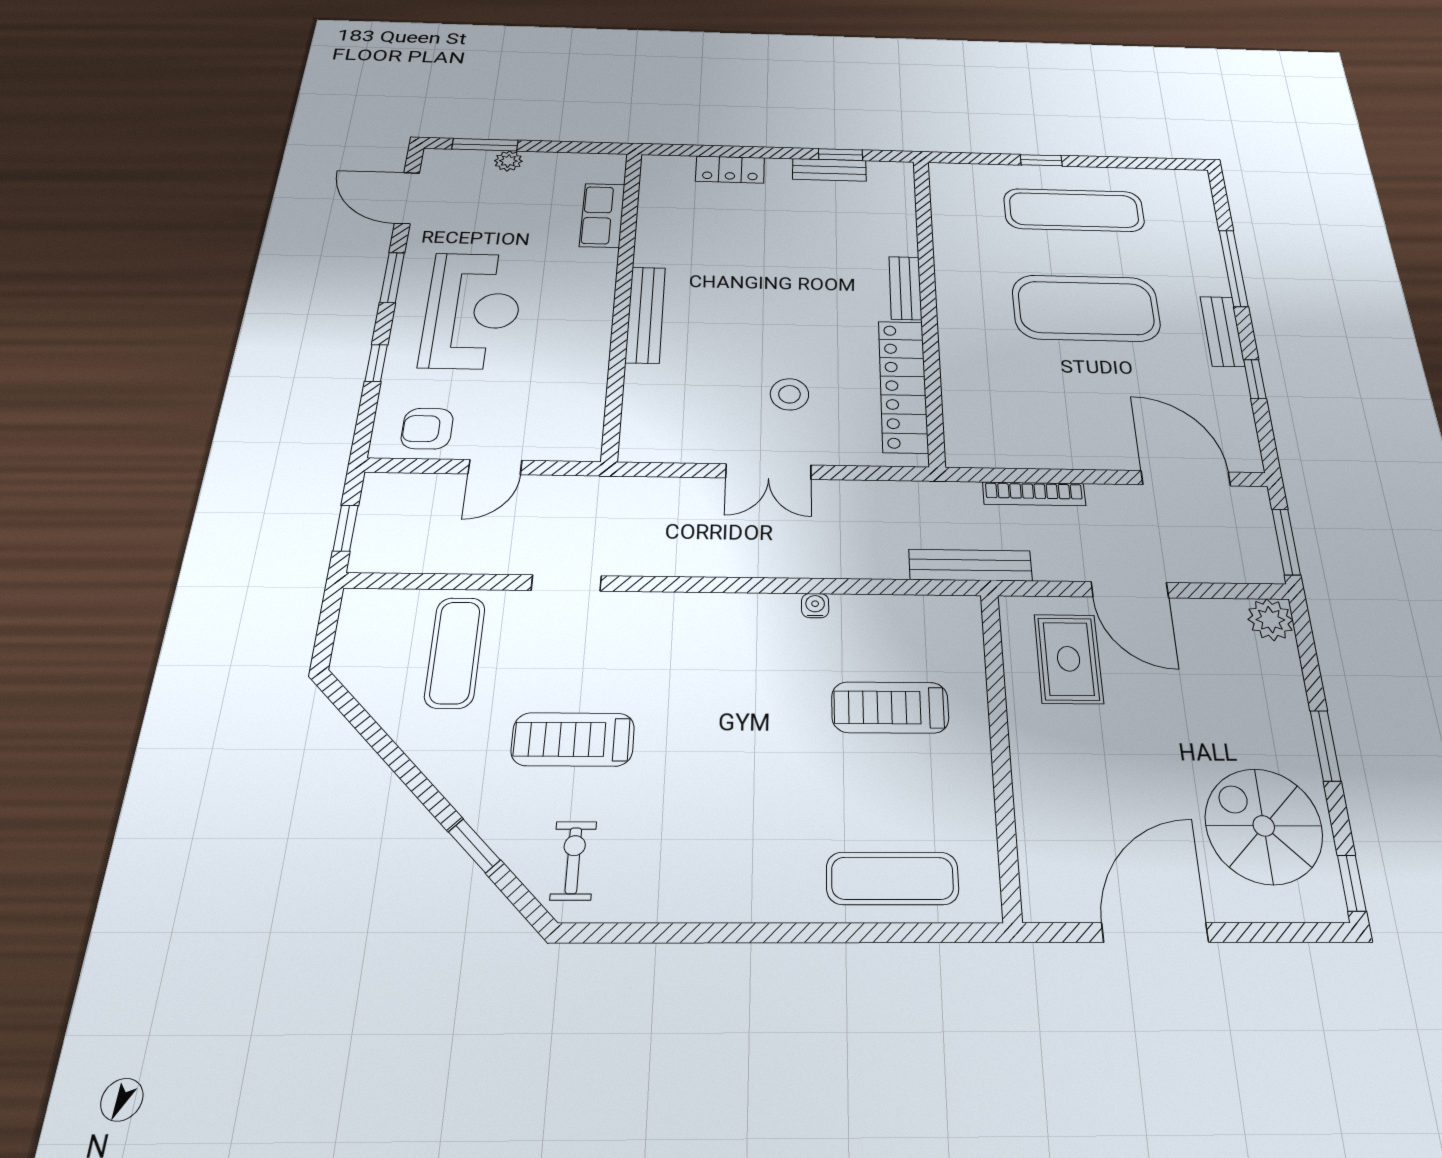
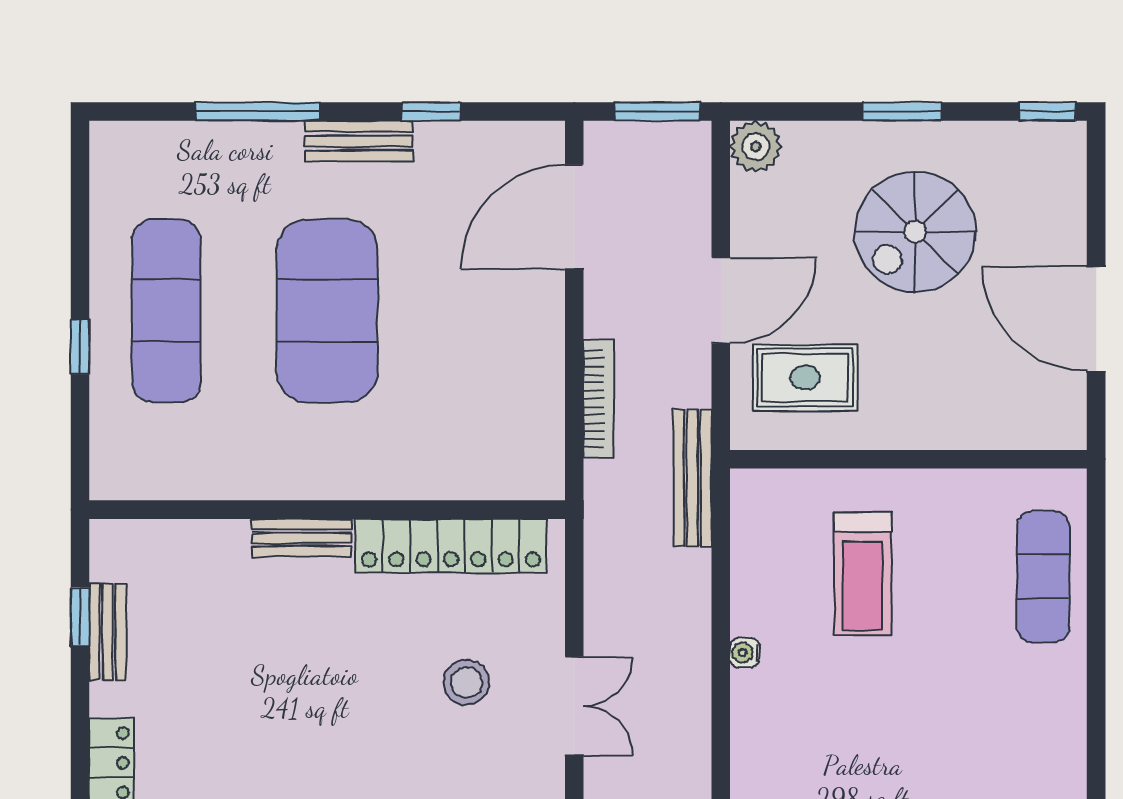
spiral stairs: (1264, 826) -> (915, 232), moved

